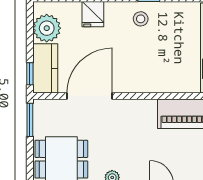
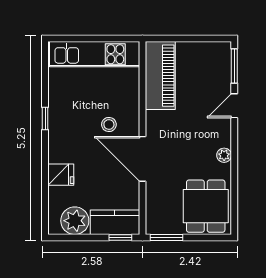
stool: (141, 19) -> (109, 124), moved
door: (89, 96) -> (143, 159), moved

